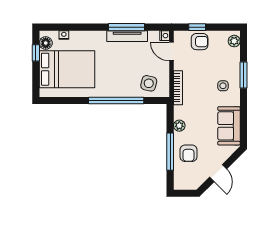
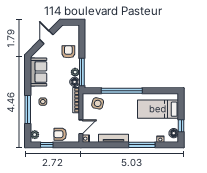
window: (126, 27) -> (142, 145), moved
window: (197, 27) -> (47, 145), moved
door: (172, 52) -> (81, 127), hinge flipped
bed: (67, 69) -> (158, 109), width x0.67
window: (244, 75) -> (28, 110), width x1.44
floor lamp: (180, 112) -> (75, 82), added
window: (170, 152) -> (82, 72), moved

